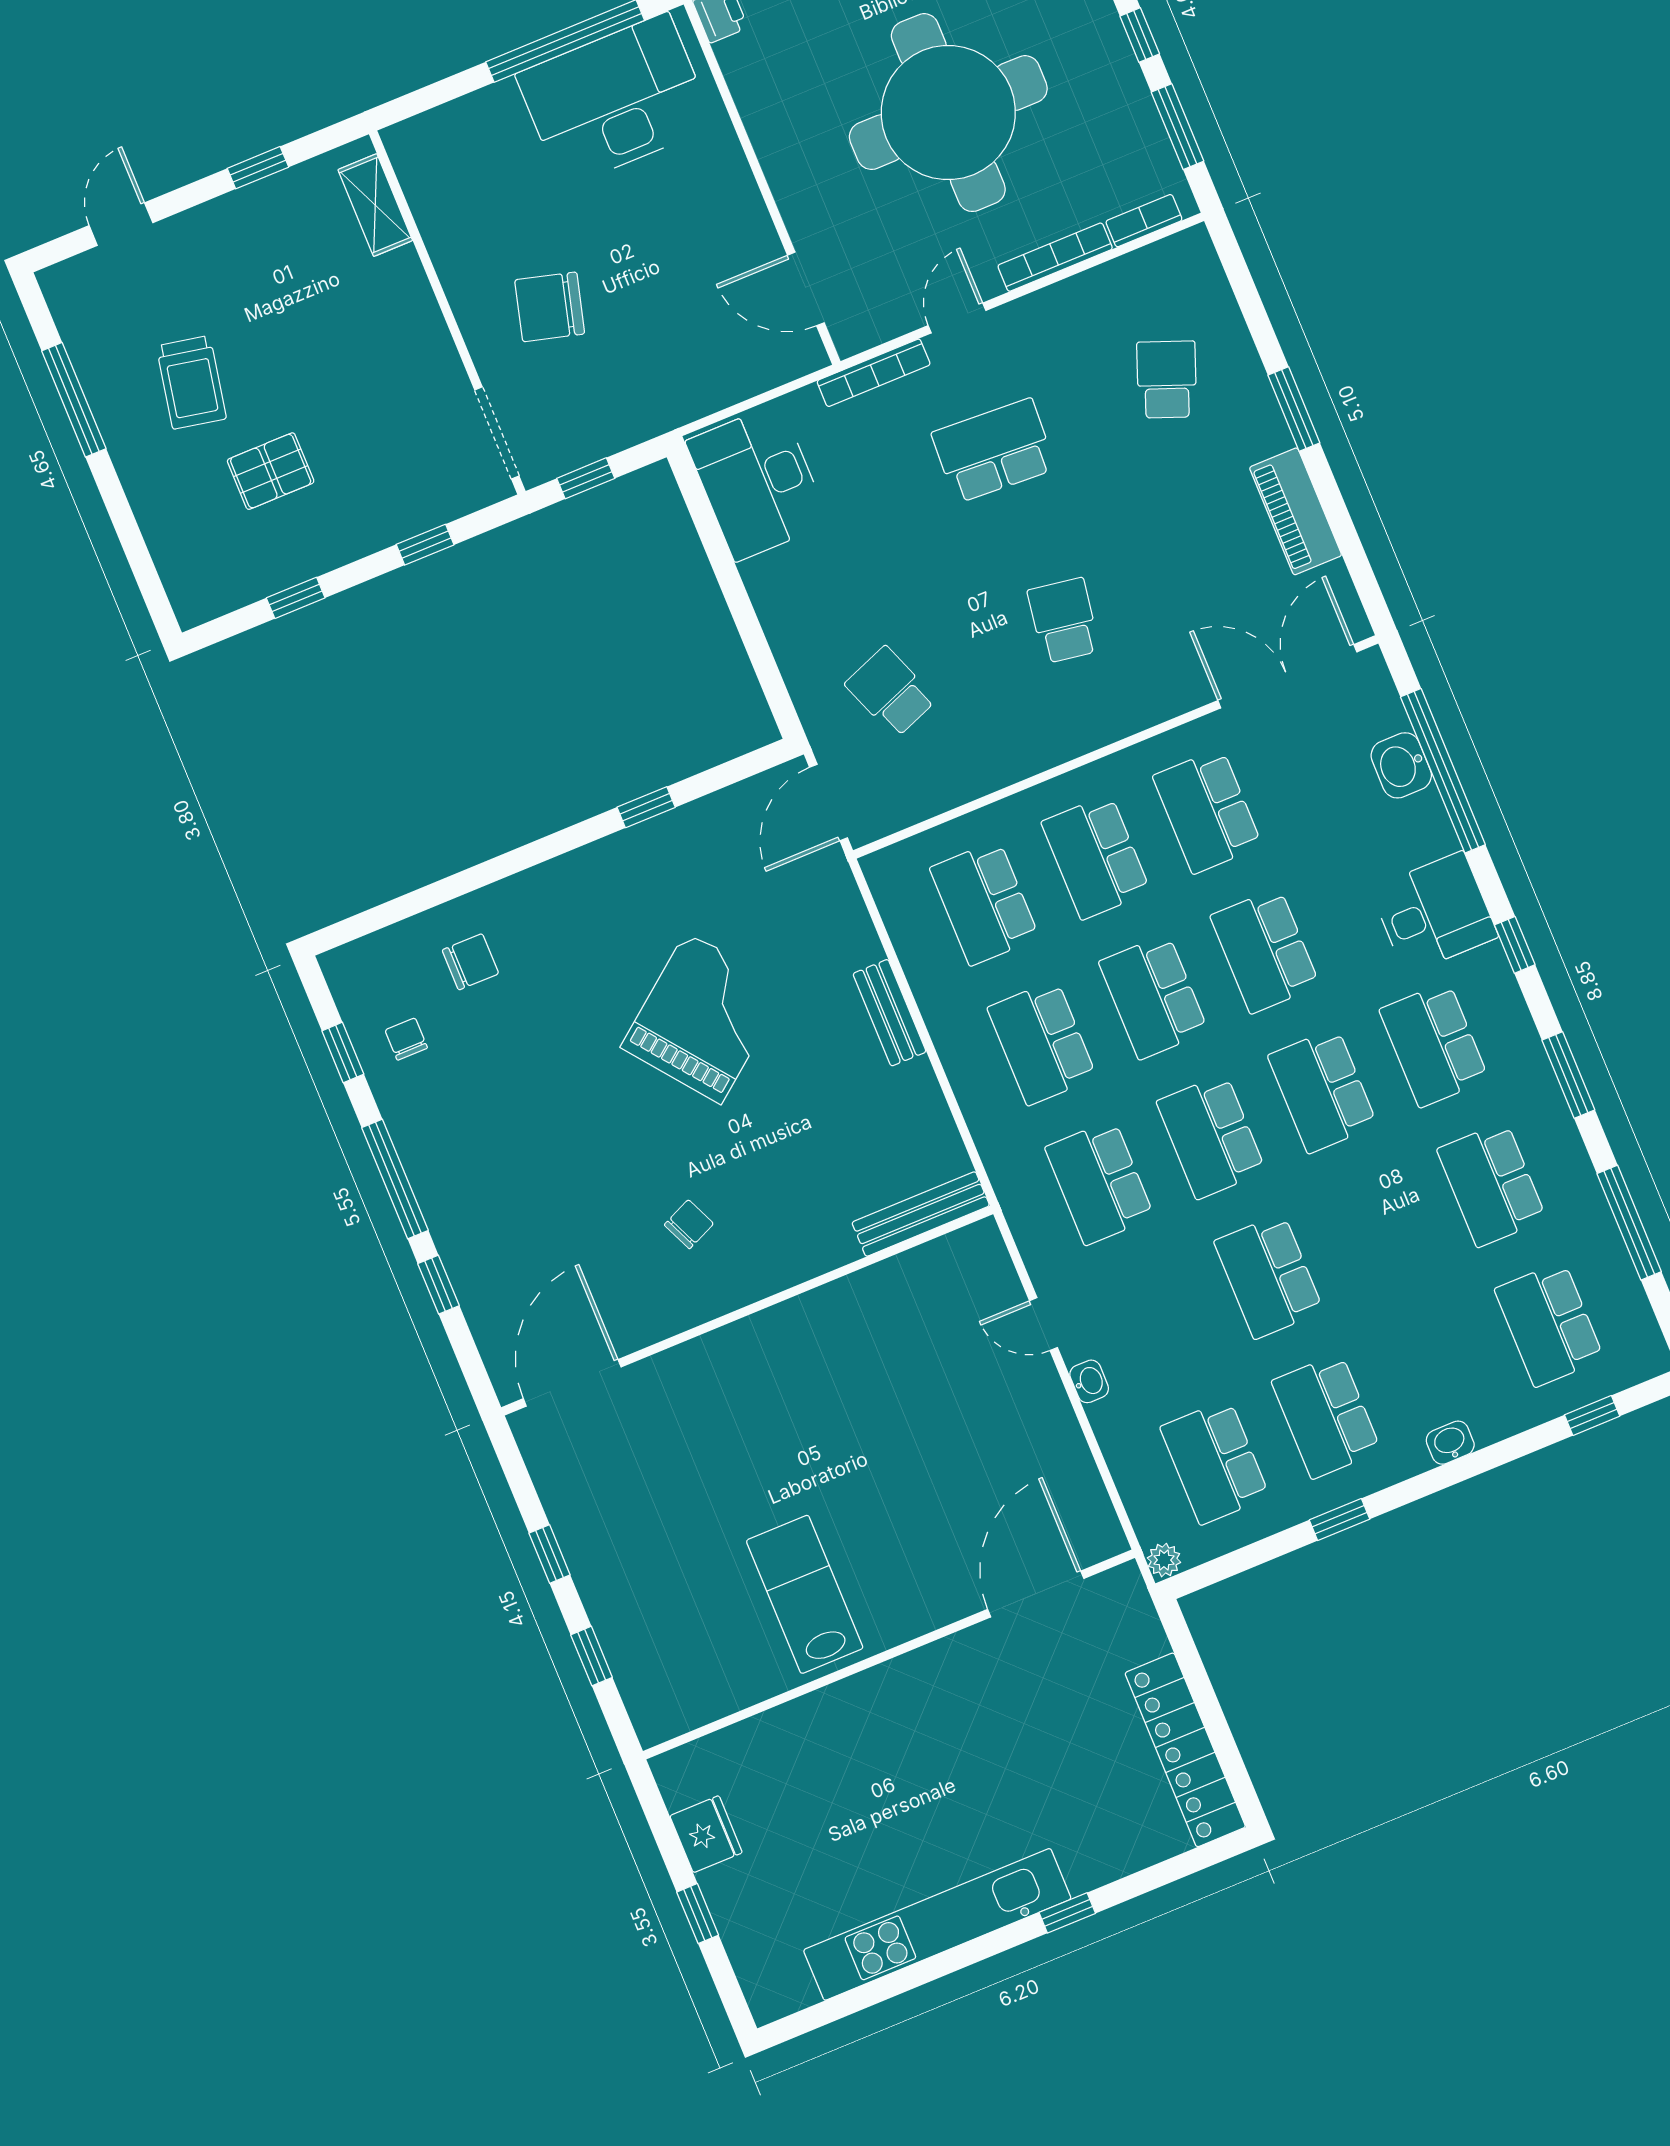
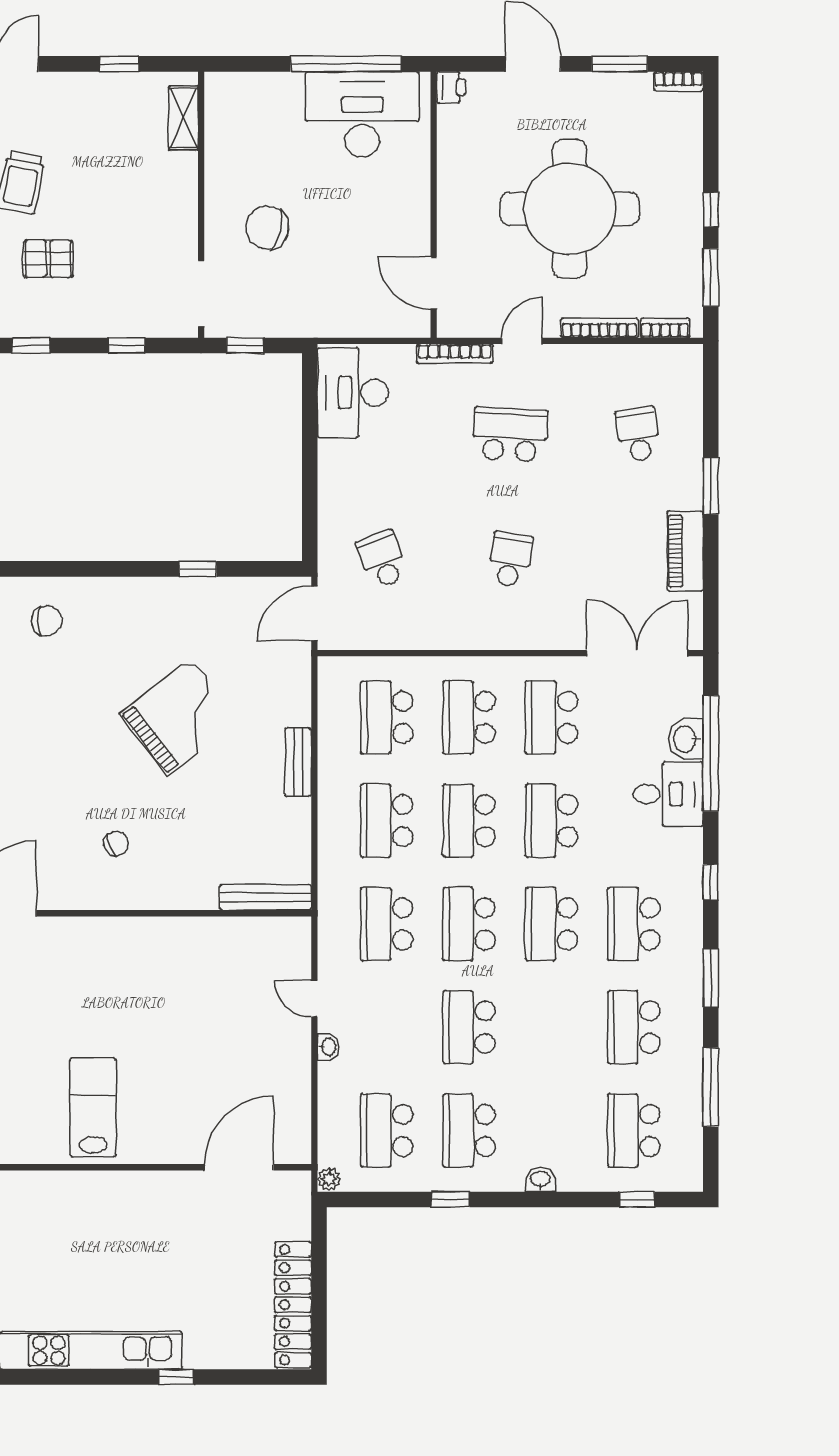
school desk: (1167, 379) -> (638, 434), turned -30
desk: (1434, 913) -> (668, 794), moved

